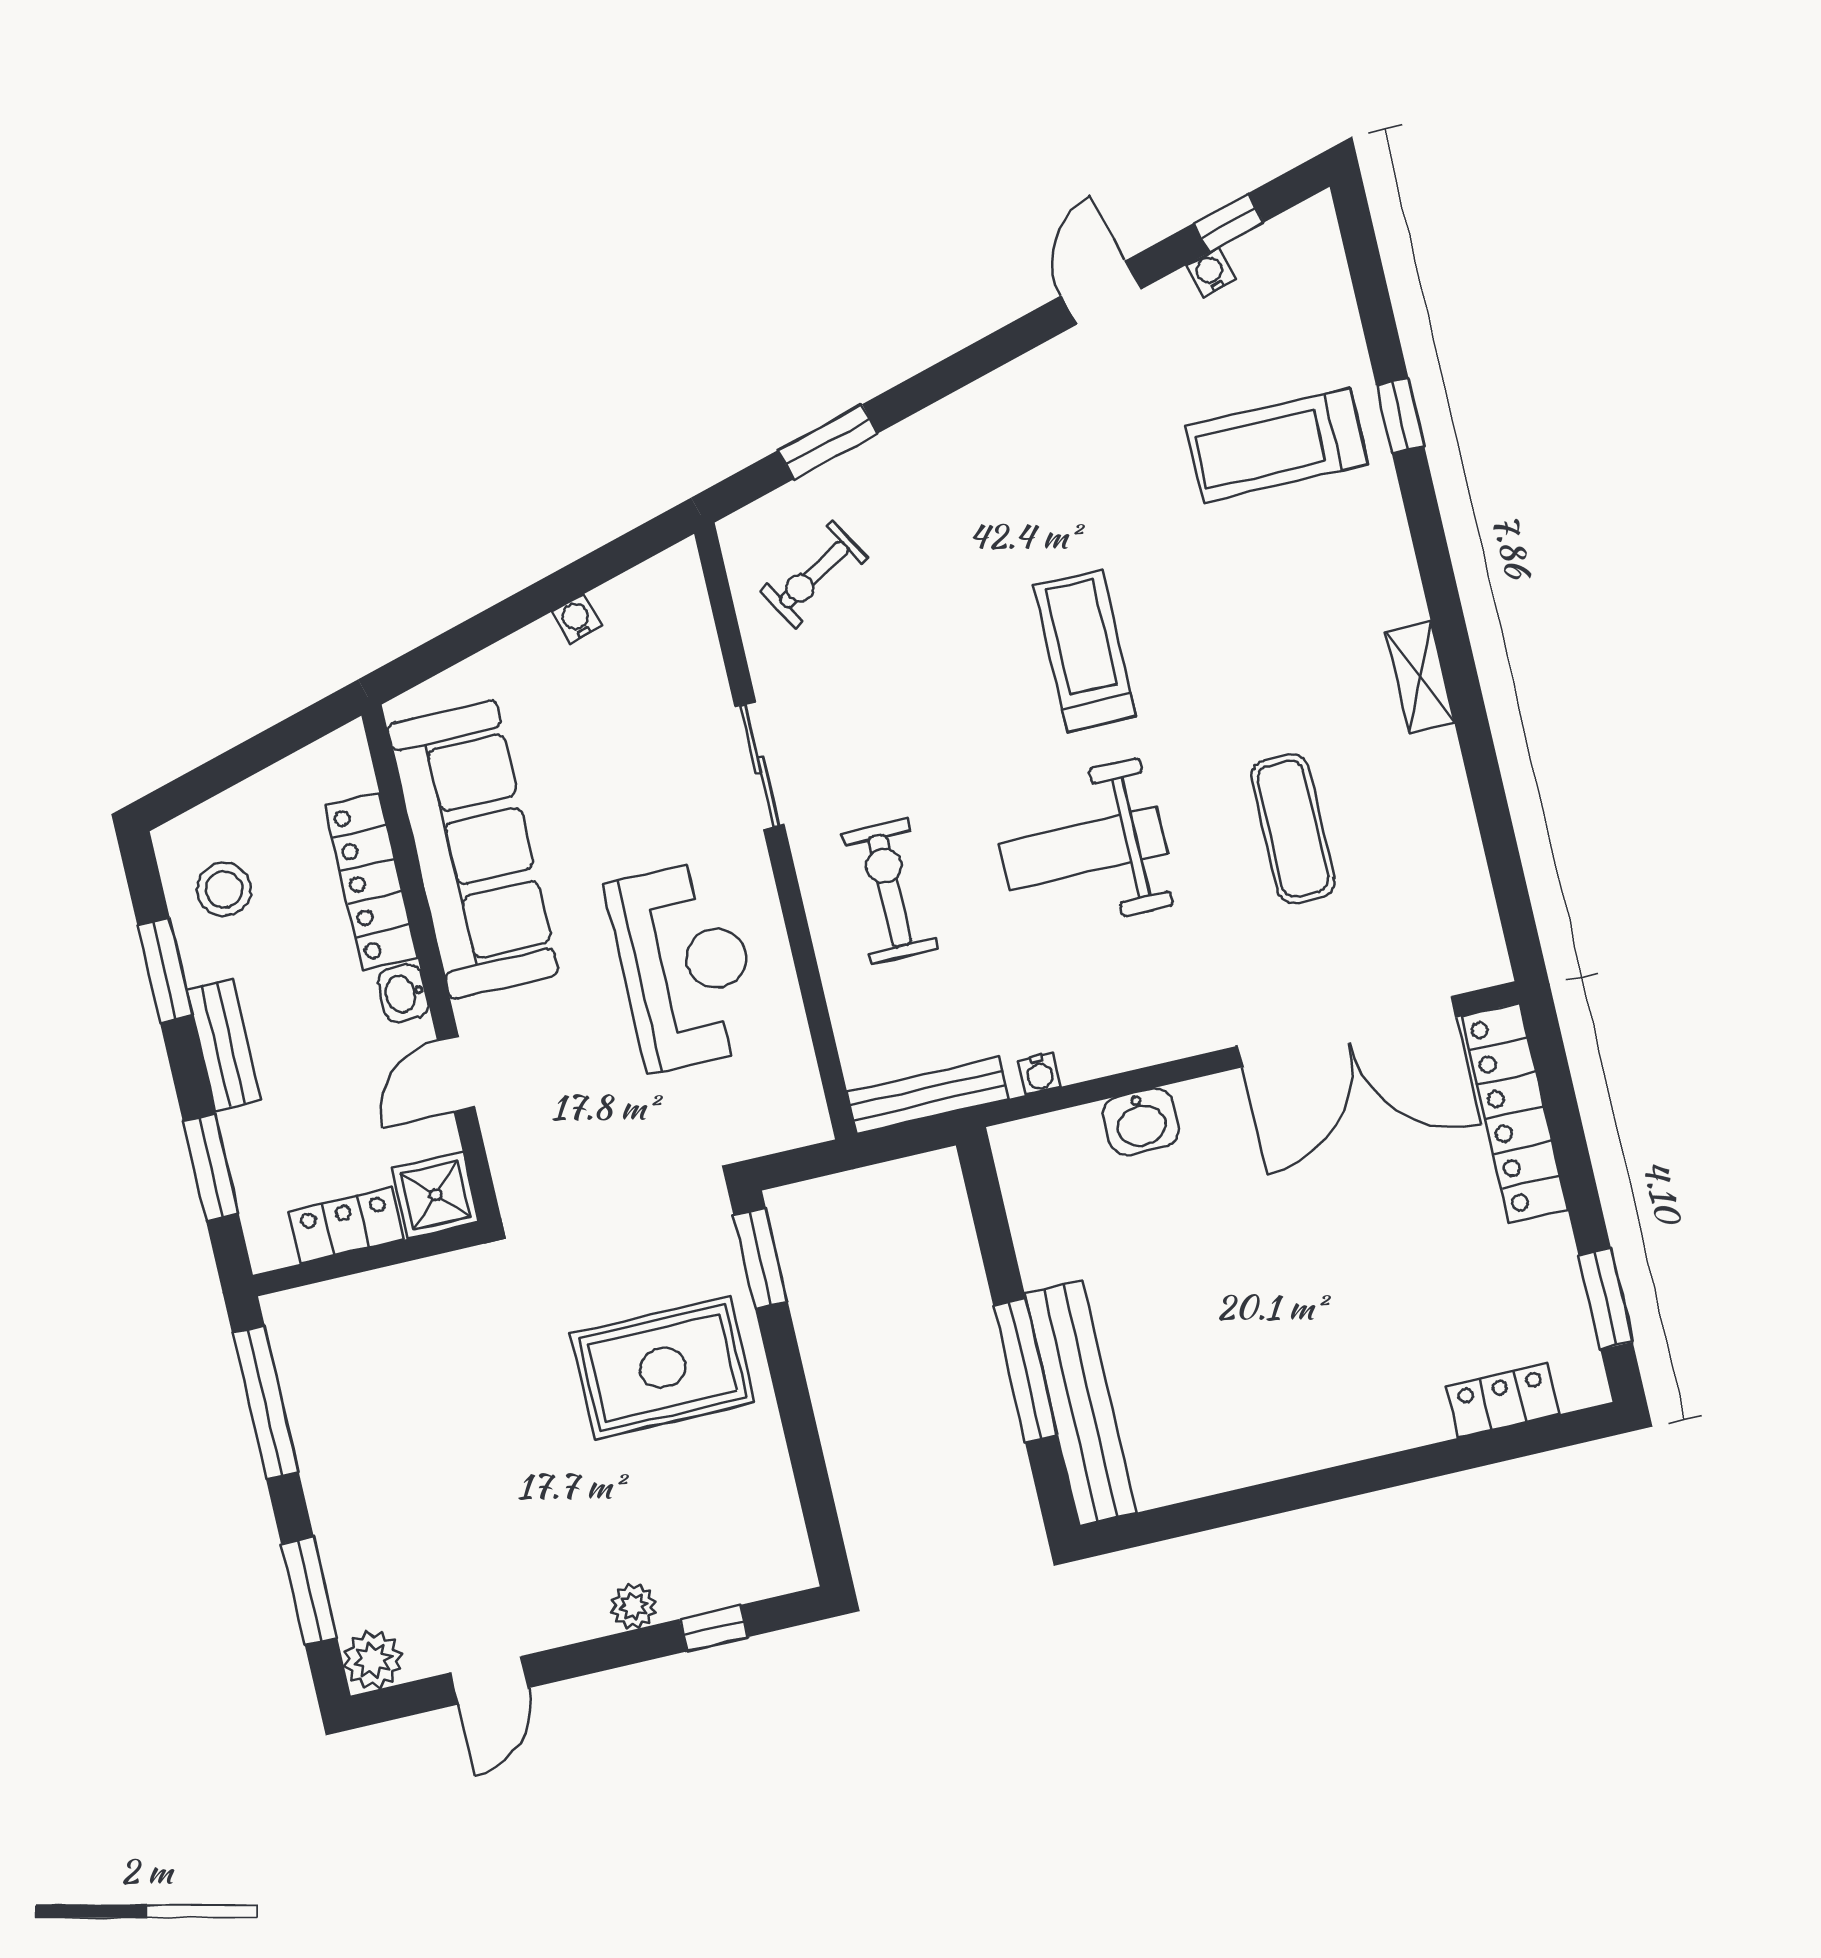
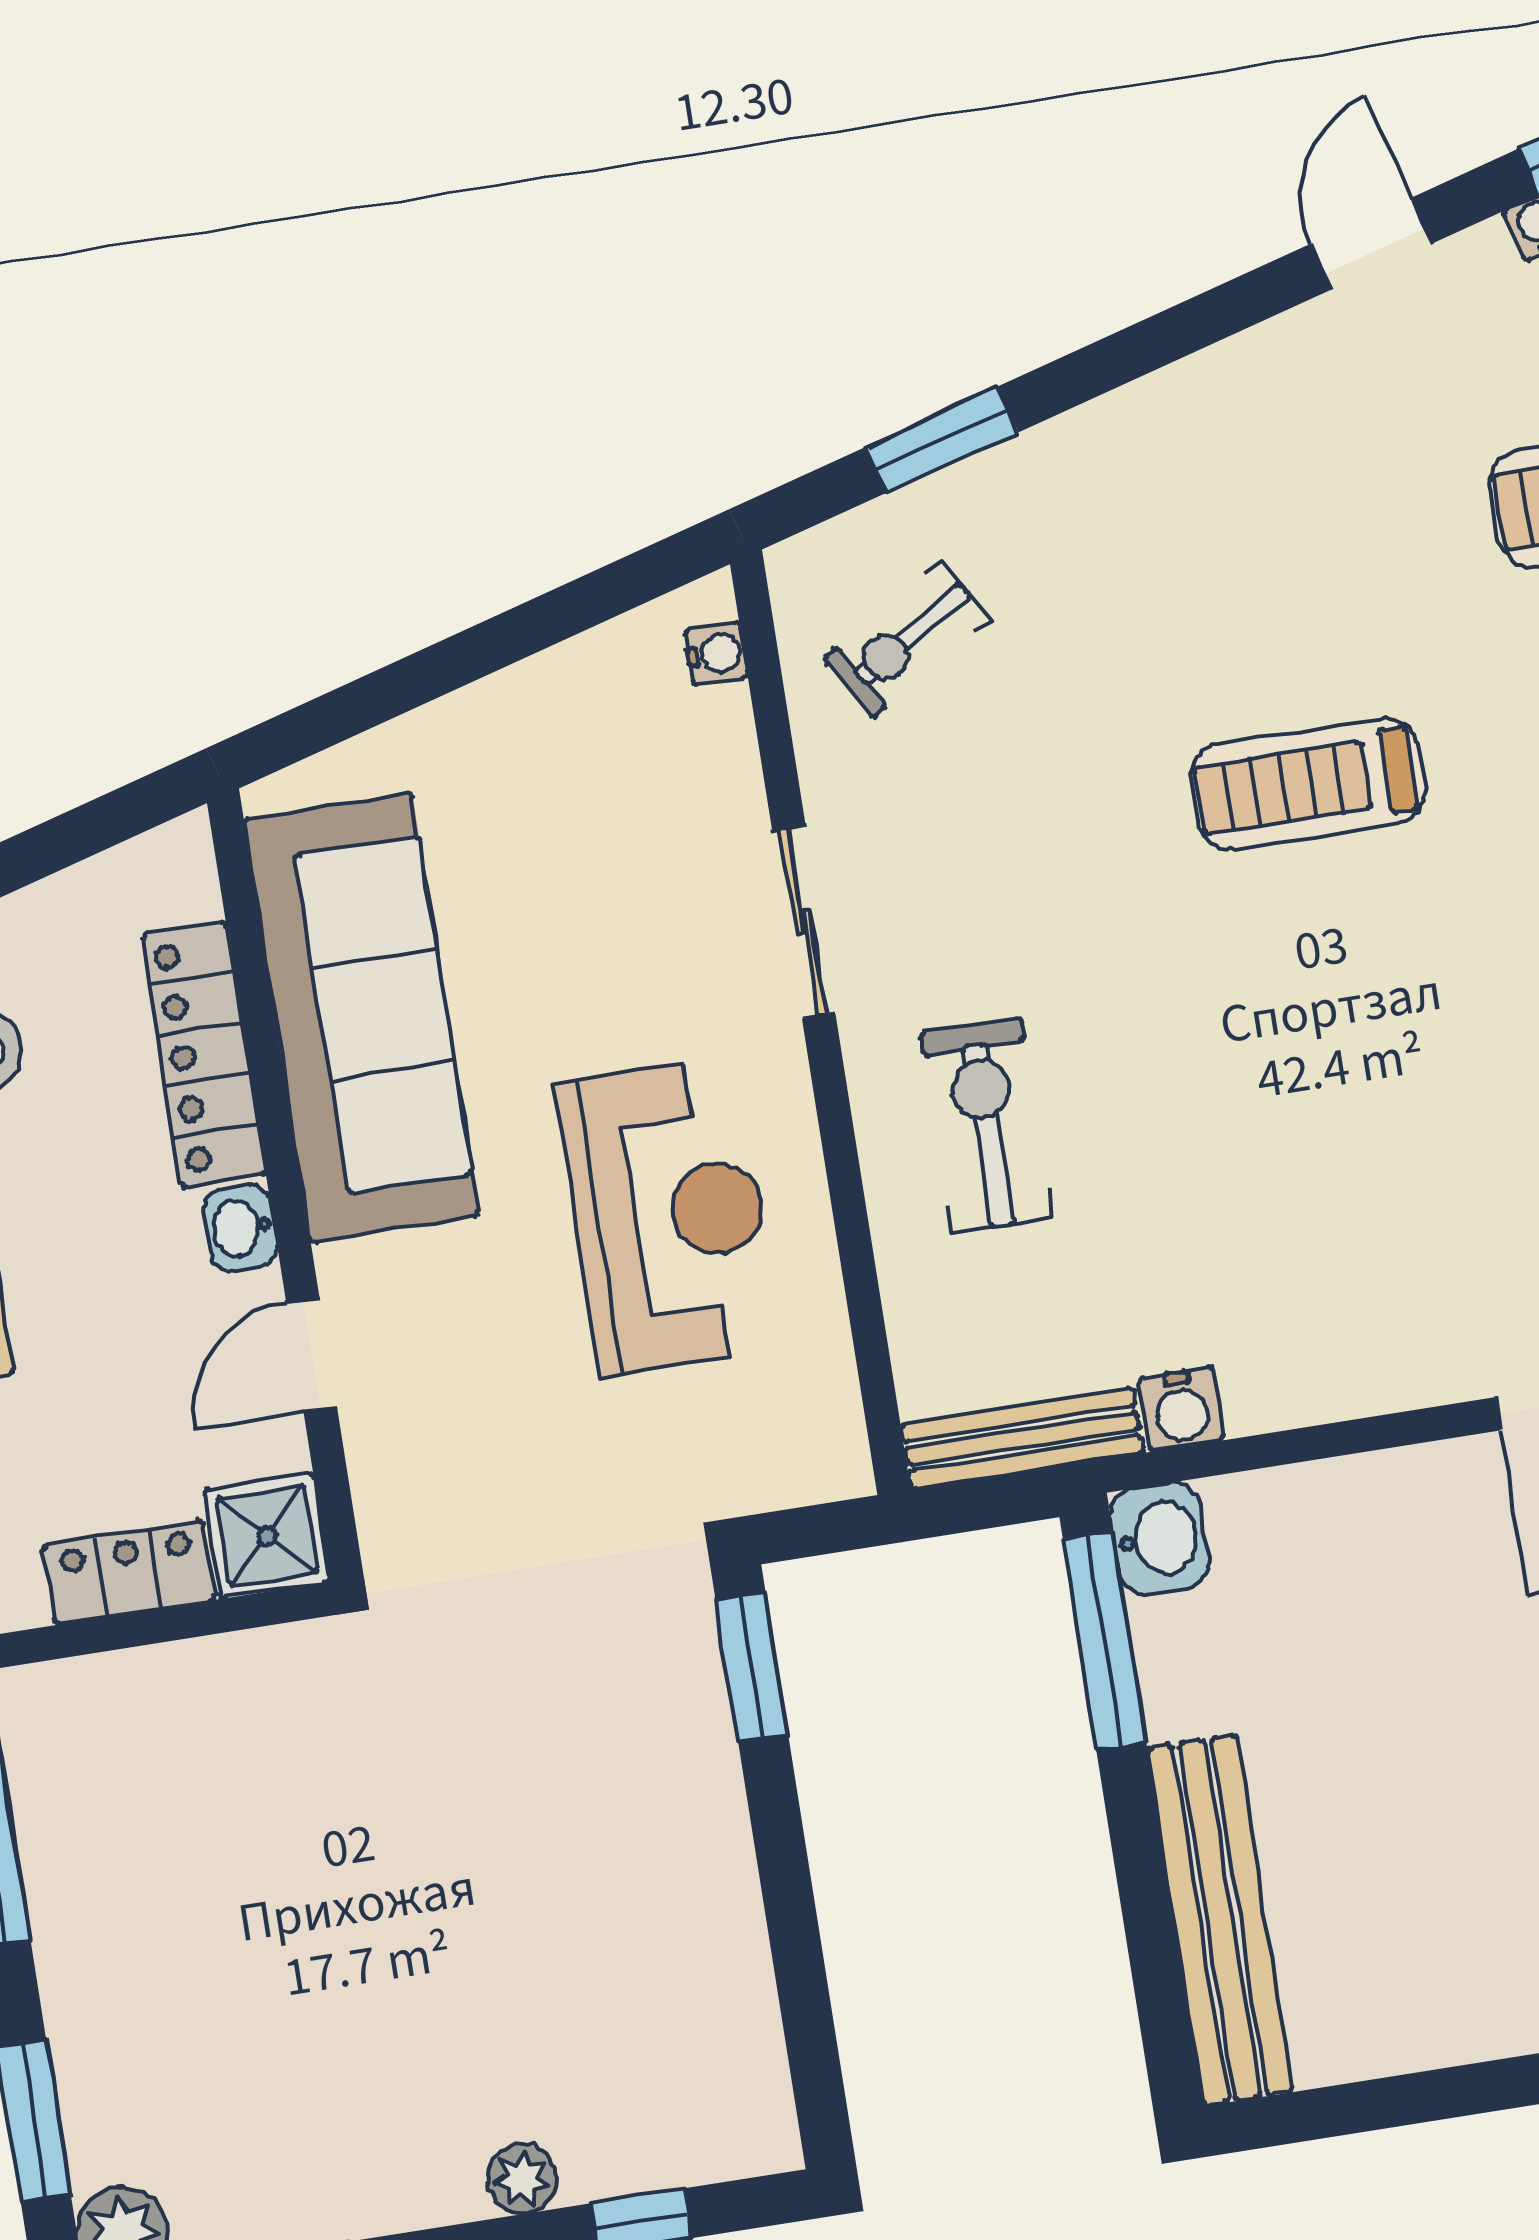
water cooler: (577, 619) -> (716, 654), moved, turned 106
treadmill: (1085, 651) -> (1308, 784), turned -90
weight bench: (1083, 848) -> (1284, 1082), removed
water cooler: (1039, 1074) -> (1181, 1409), width x1.38, depth x1.38
washbasin: (1141, 1122) -> (1160, 1539), moved, turned -90
rug: (663, 1368) -> (592, 1822), removed
window: (1025, 1370) -> (1105, 1641), moved

